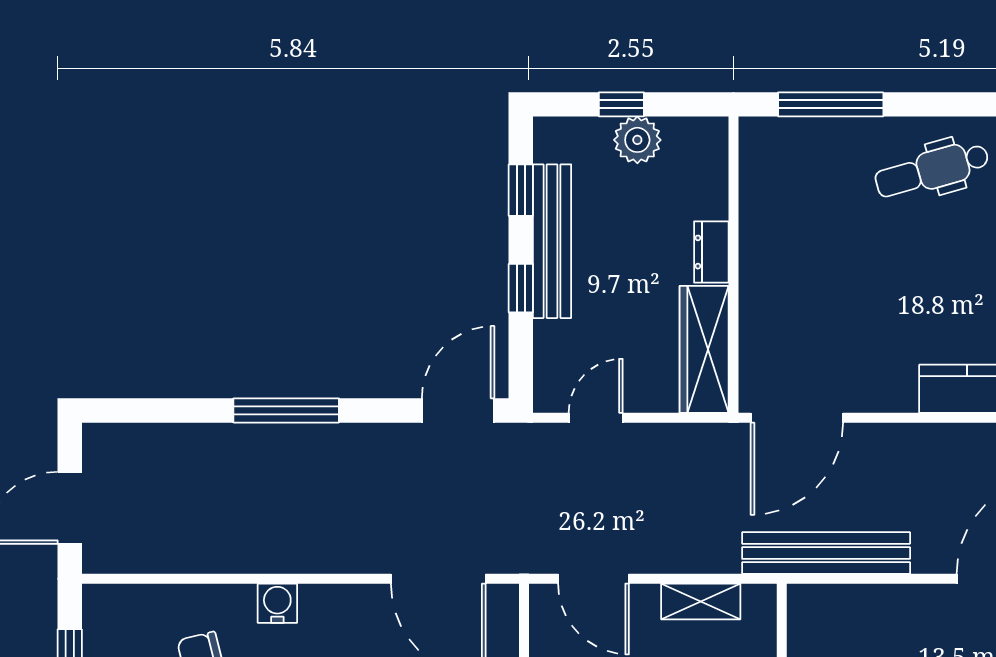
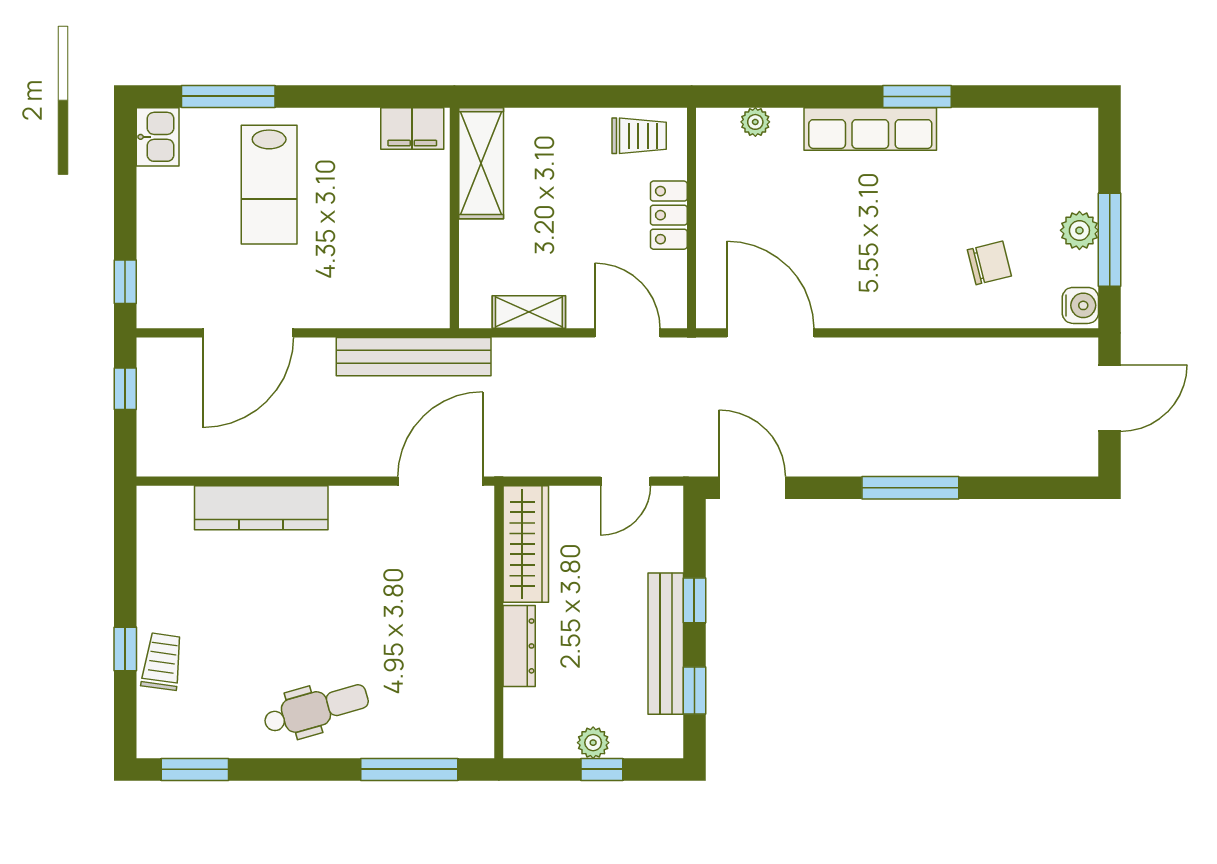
plant: (637, 140) -> (593, 743), width x0.73, depth x0.73
dresser: (711, 252) -> (519, 646), width x1.44
door: (458, 410) -> (752, 488), swing flipped
water cooler: (277, 603) -> (1080, 305), moved, turned -90

